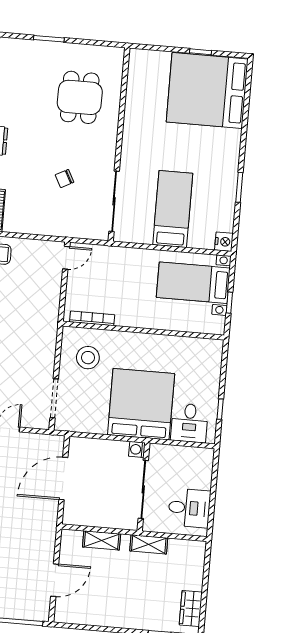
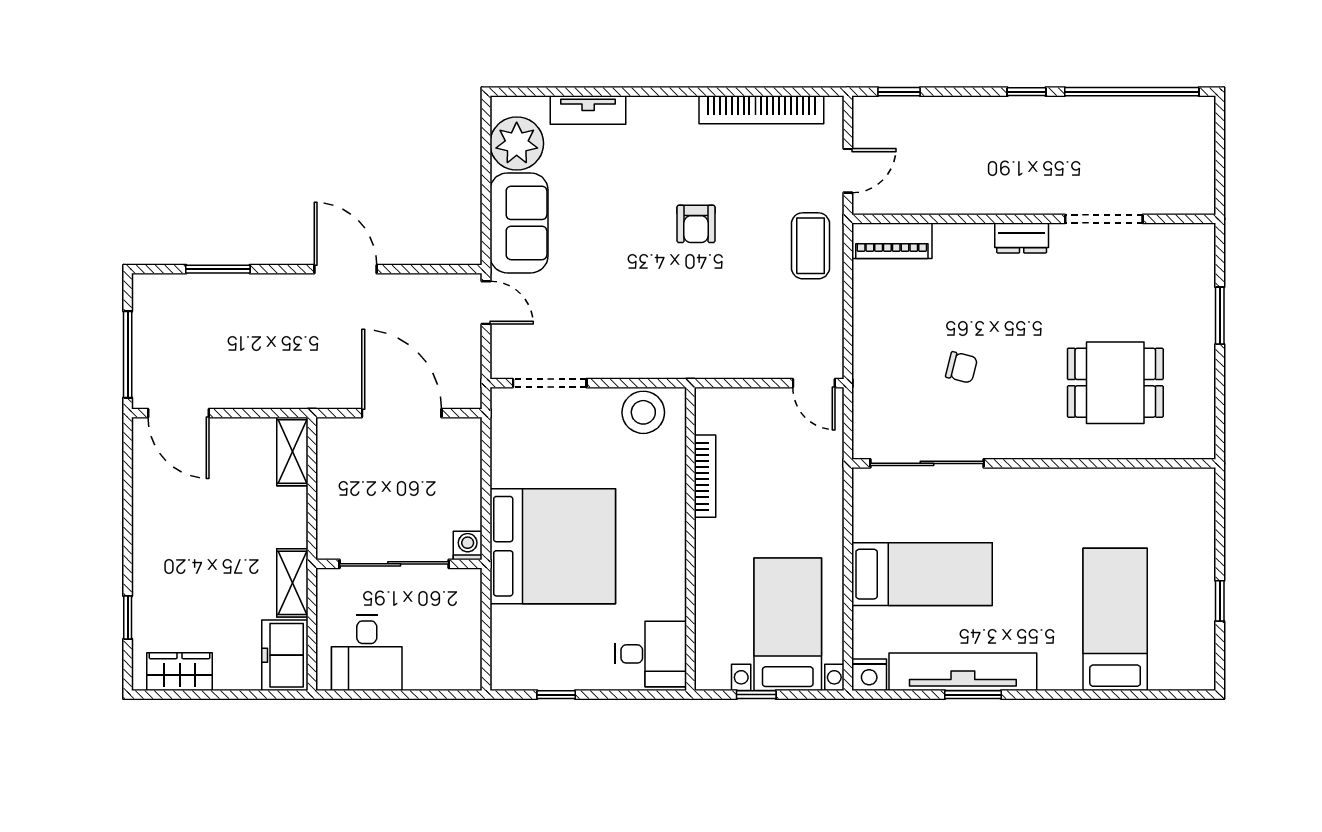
bed: (207, 90) -> (1115, 619), width x0.49
chair: (65, 179) -> (961, 367), turned 132
tv unit: (227, 192) -> (963, 672), added
bookcase: (92, 318) -> (705, 476), moved
stool: (88, 358) -> (643, 412), moved
desk: (189, 423) -> (651, 654), moved, turned 180
shelving: (102, 540) -> (292, 452), moved
freezer: (187, 552) -> (285, 655), added
door: (55, 580) -> (178, 413), moved

